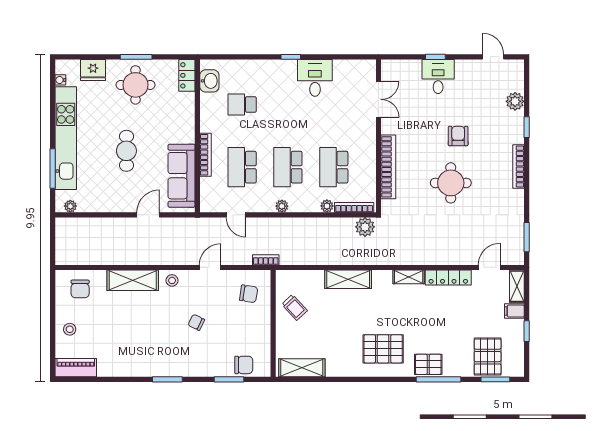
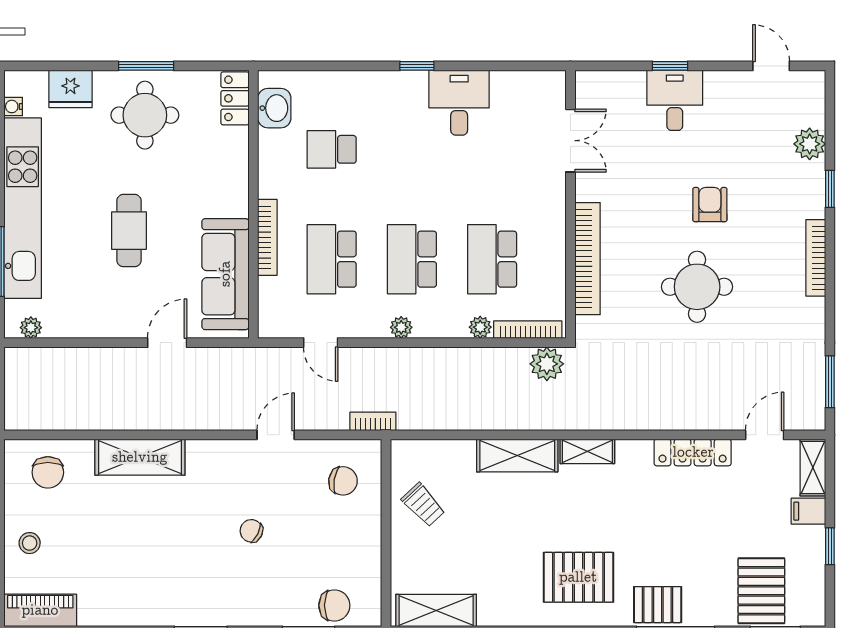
shelving: (409, 277) -> (587, 451), moved
stool: (172, 280) -> (209, 458), removed

